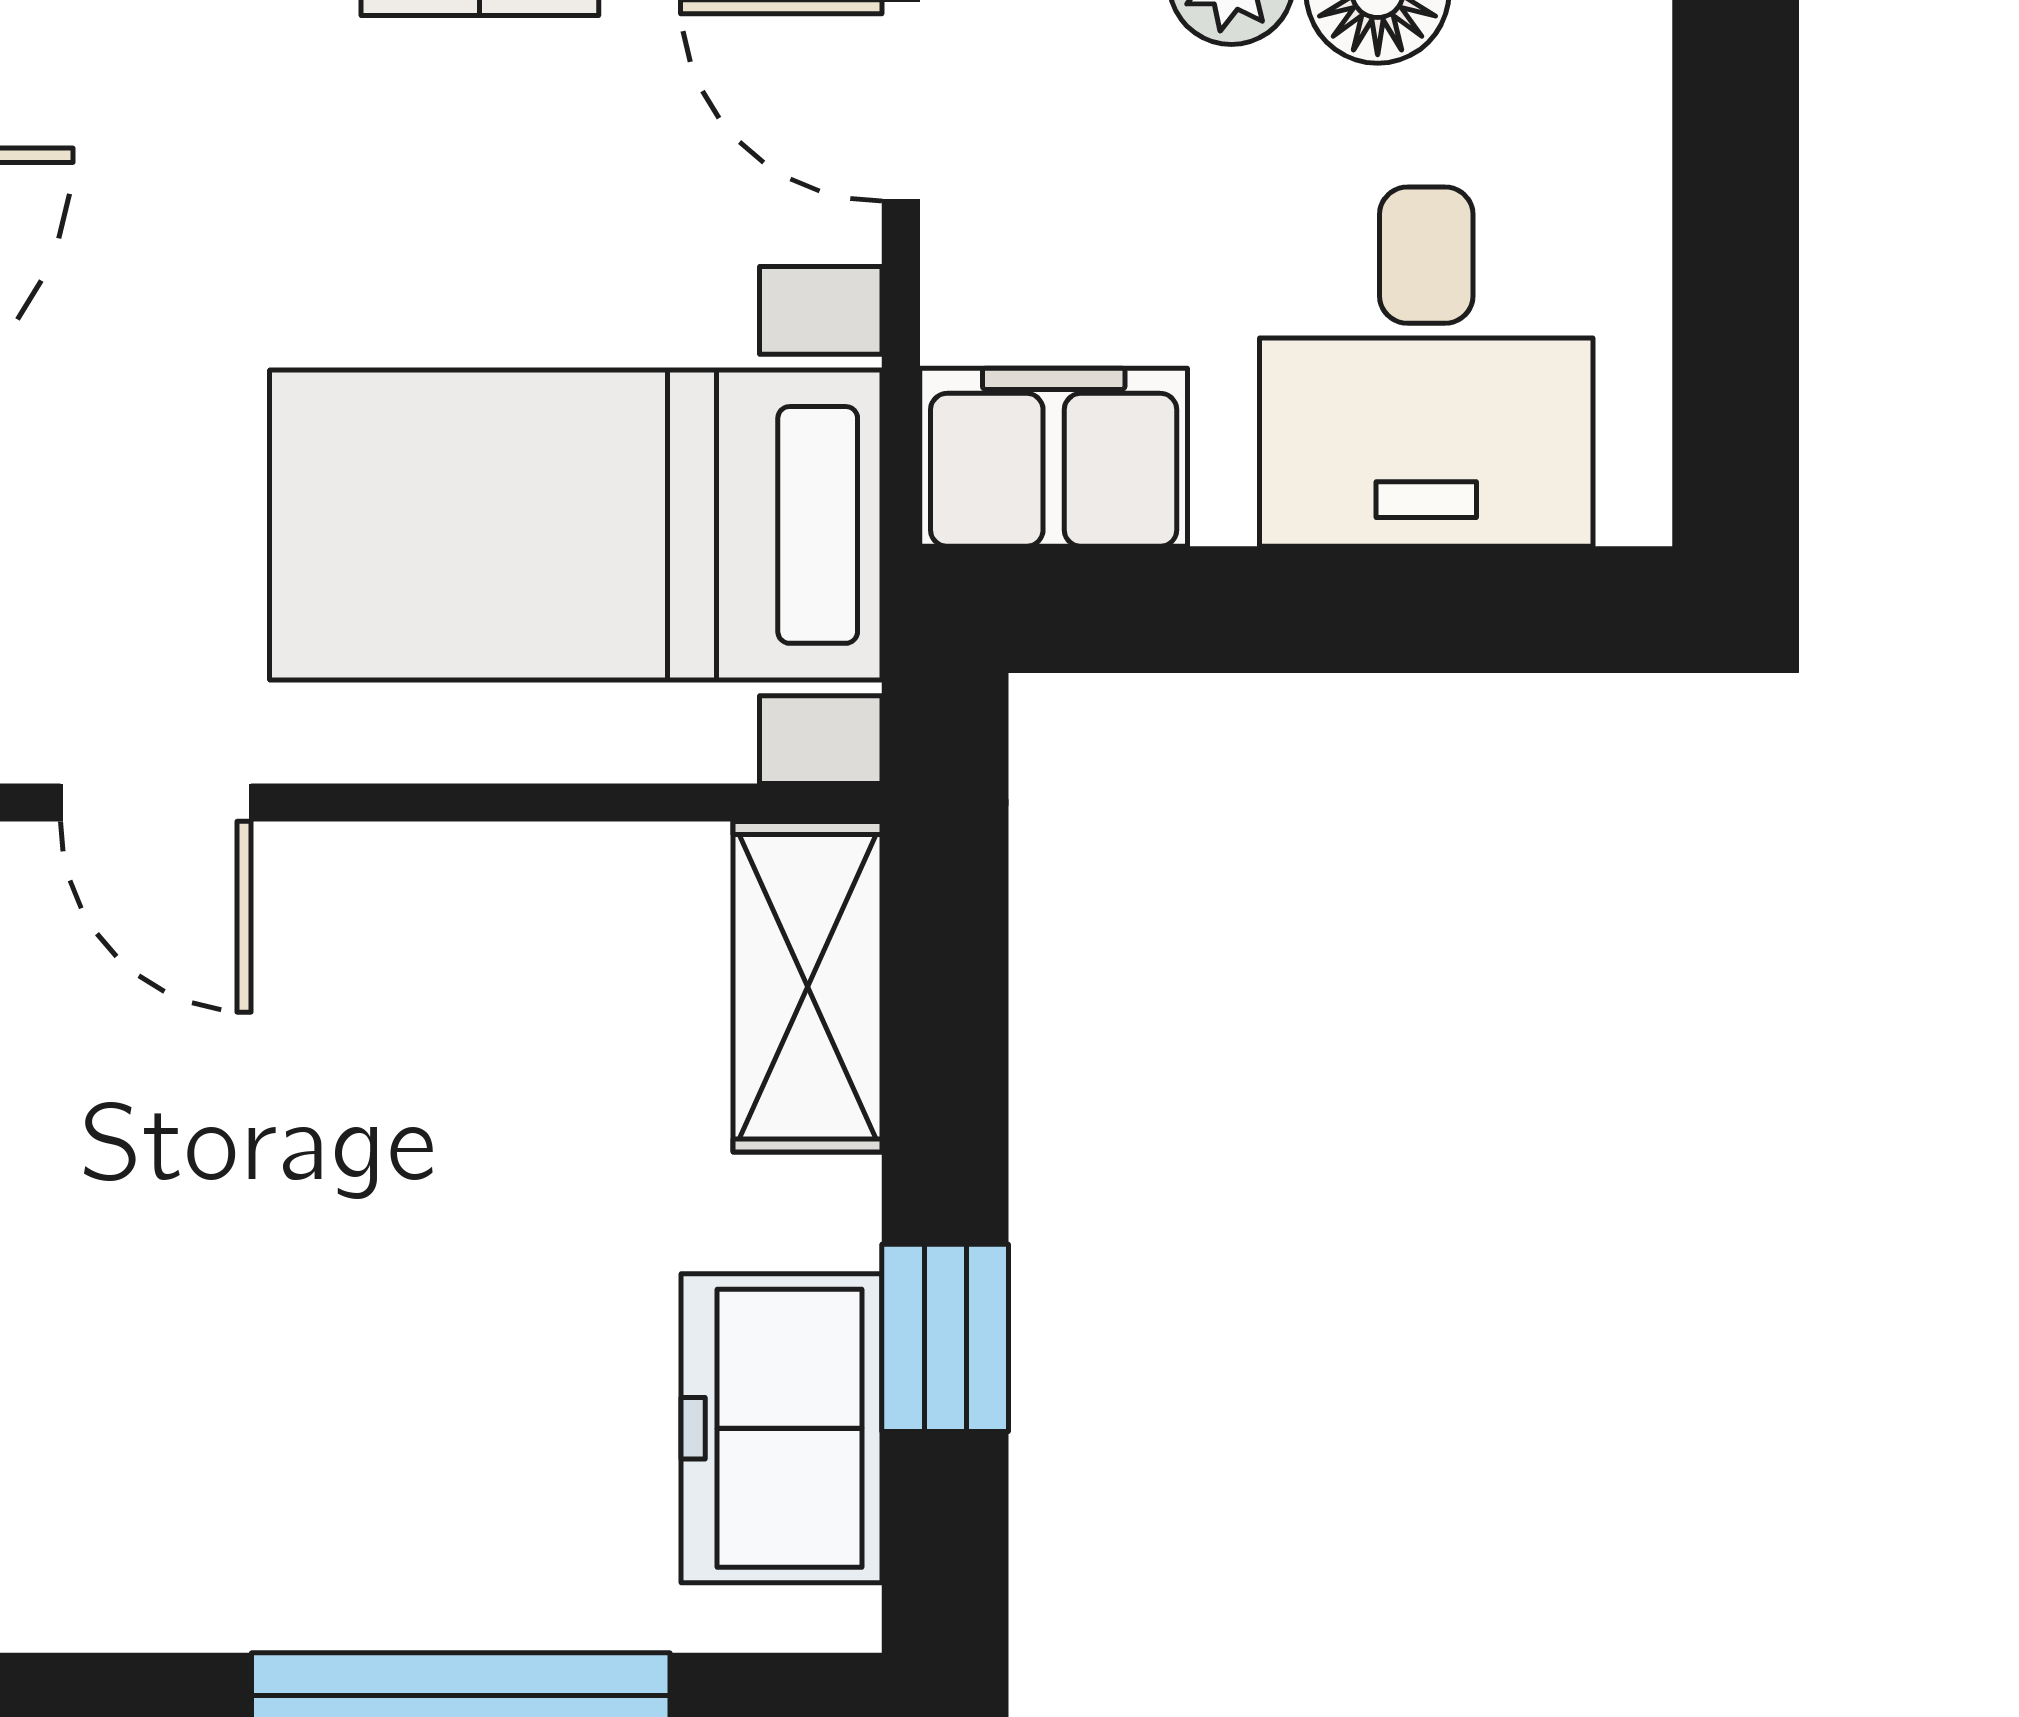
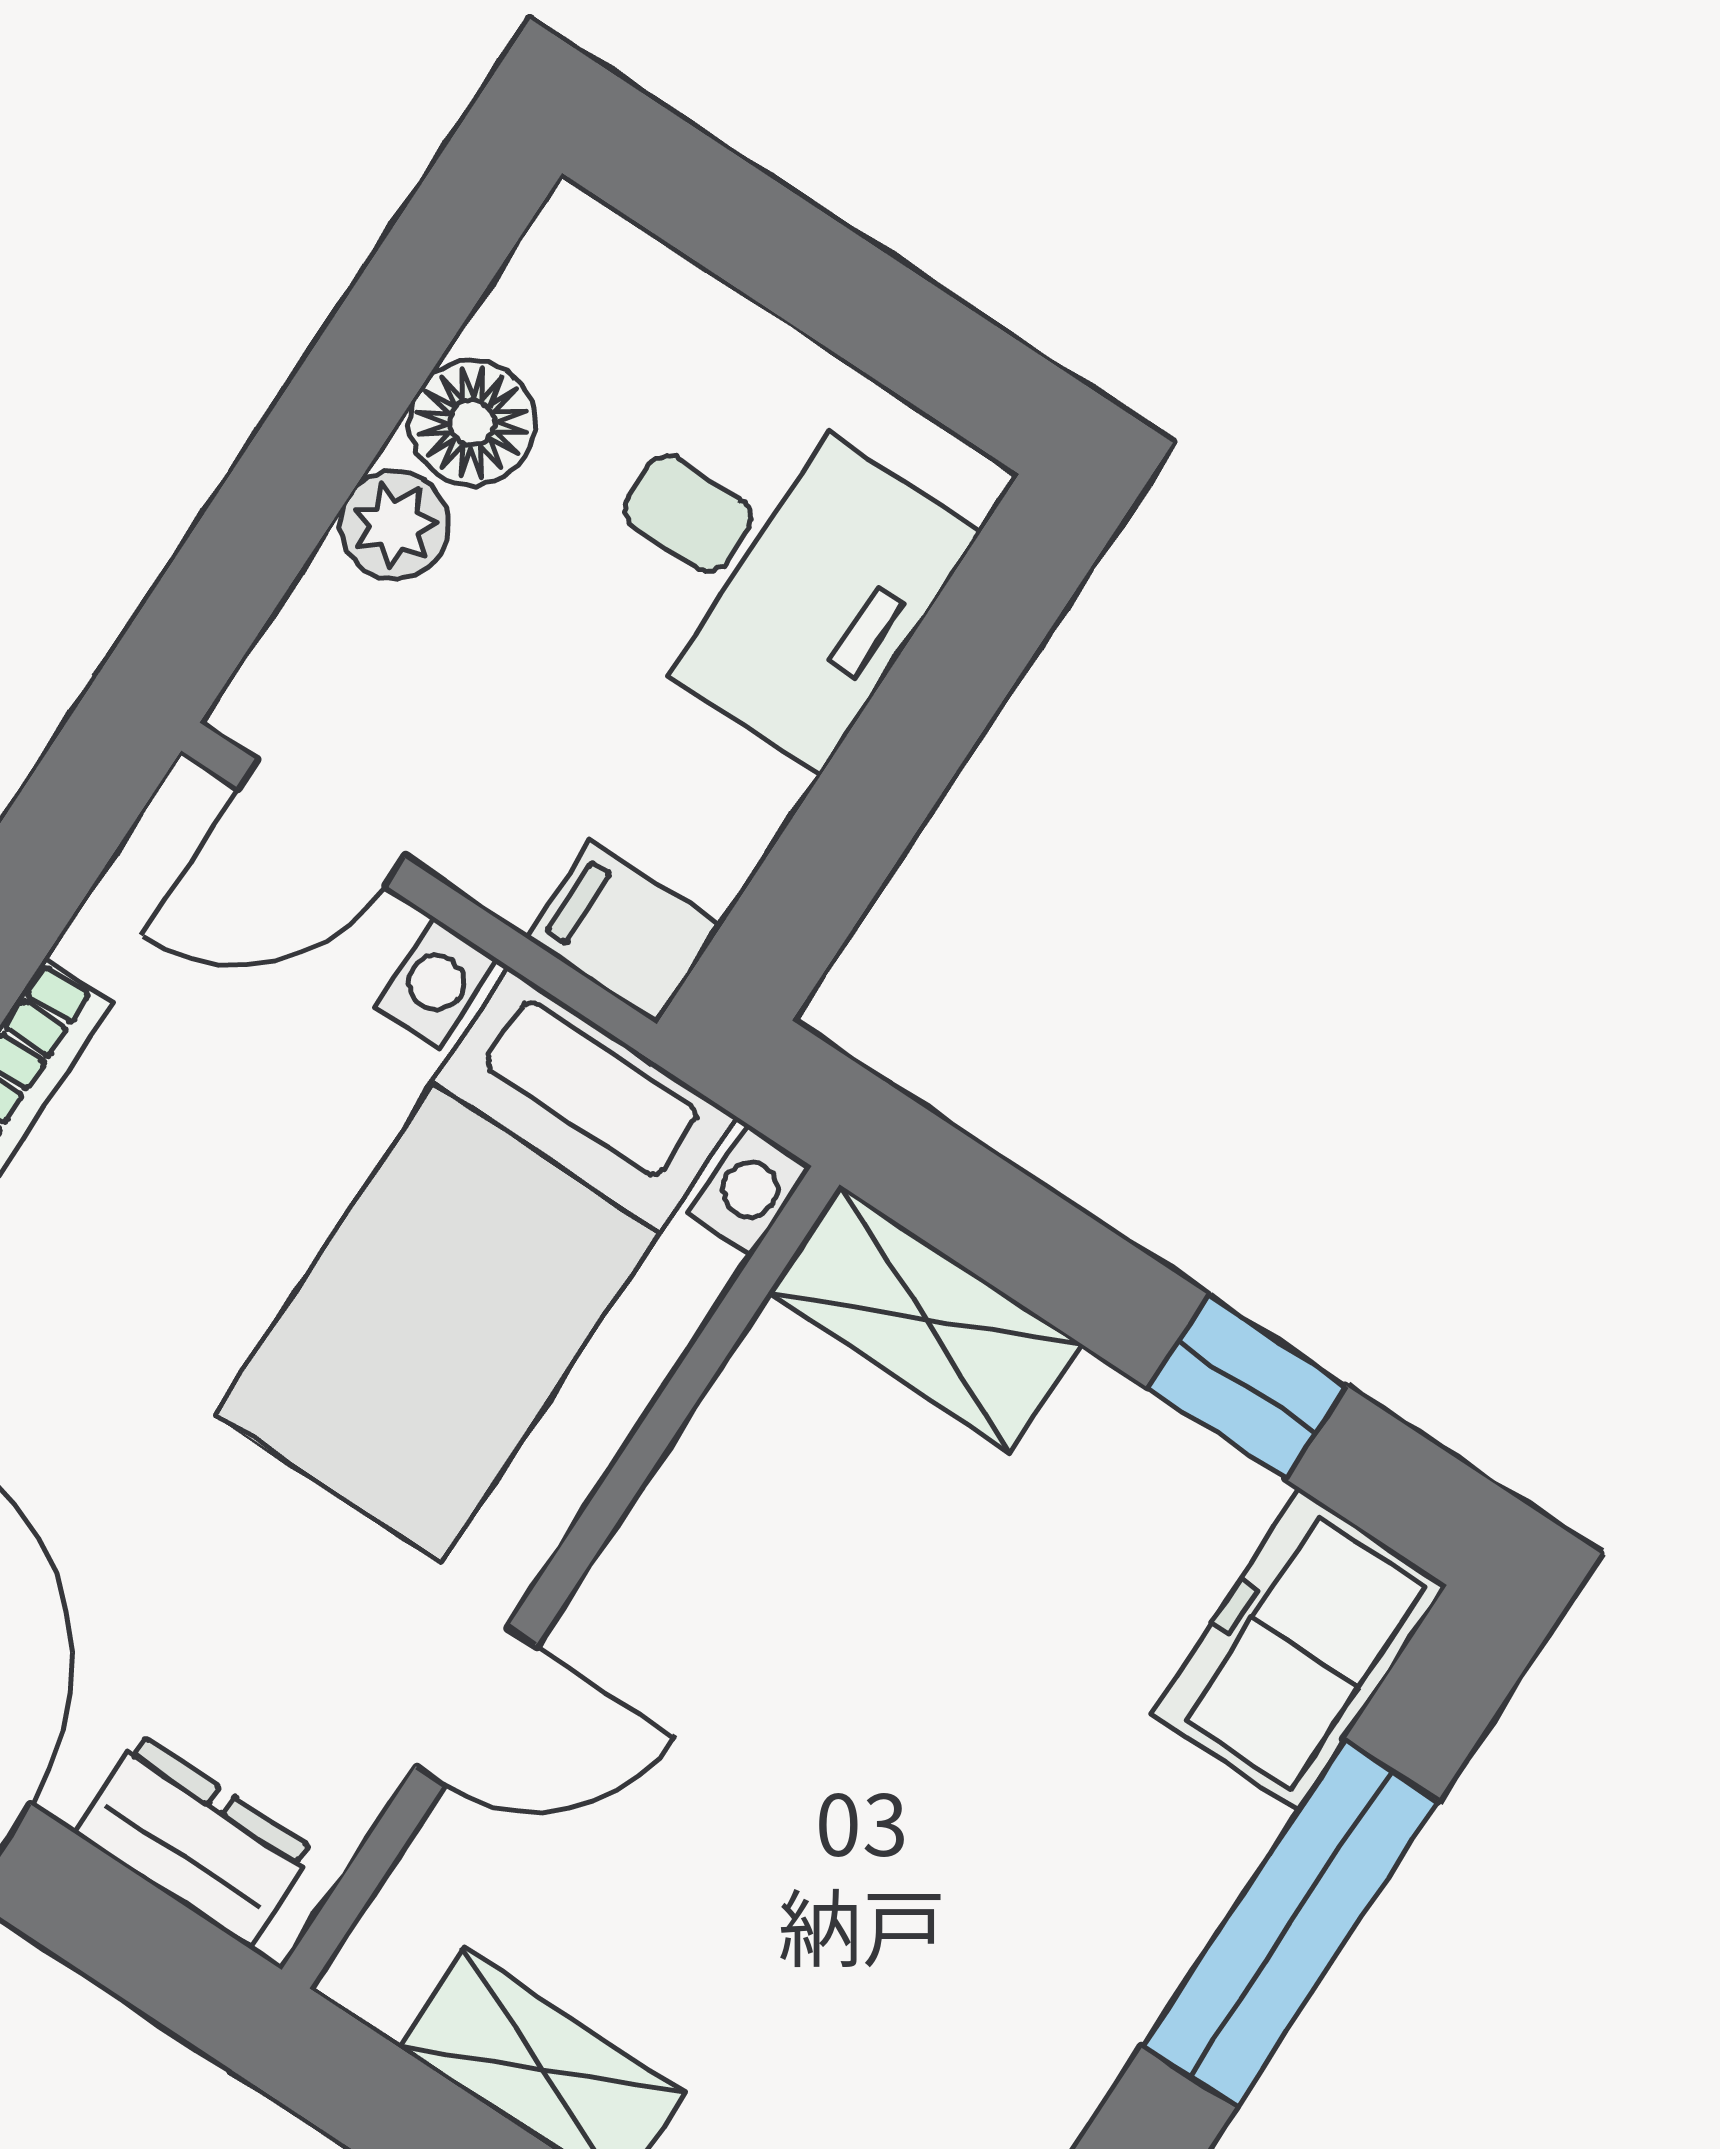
filing cabinet: (1054, 457) -> (624, 932), width x0.50
freezer: (781, 1428) -> (1299, 1650), moved, turned 90

